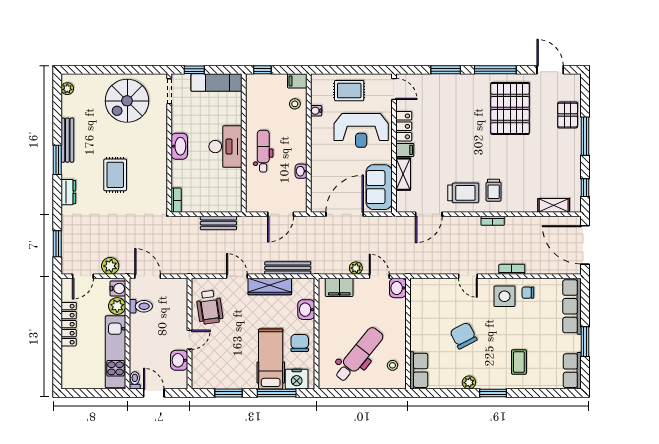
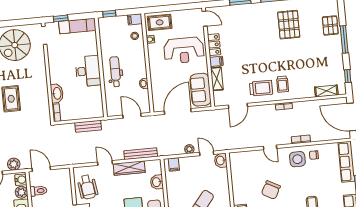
rug: (349, 91) -> (160, 22), moved
pallet: (510, 108) -> (289, 25), width x0.73, depth x0.71
washbasin: (179, 146) -> (57, 93), moved
door: (281, 214) -> (132, 116), swing flipped
filing cabinet: (339, 287) -> (174, 164), width x0.50
chair: (463, 336) -> (271, 190), turned -125

